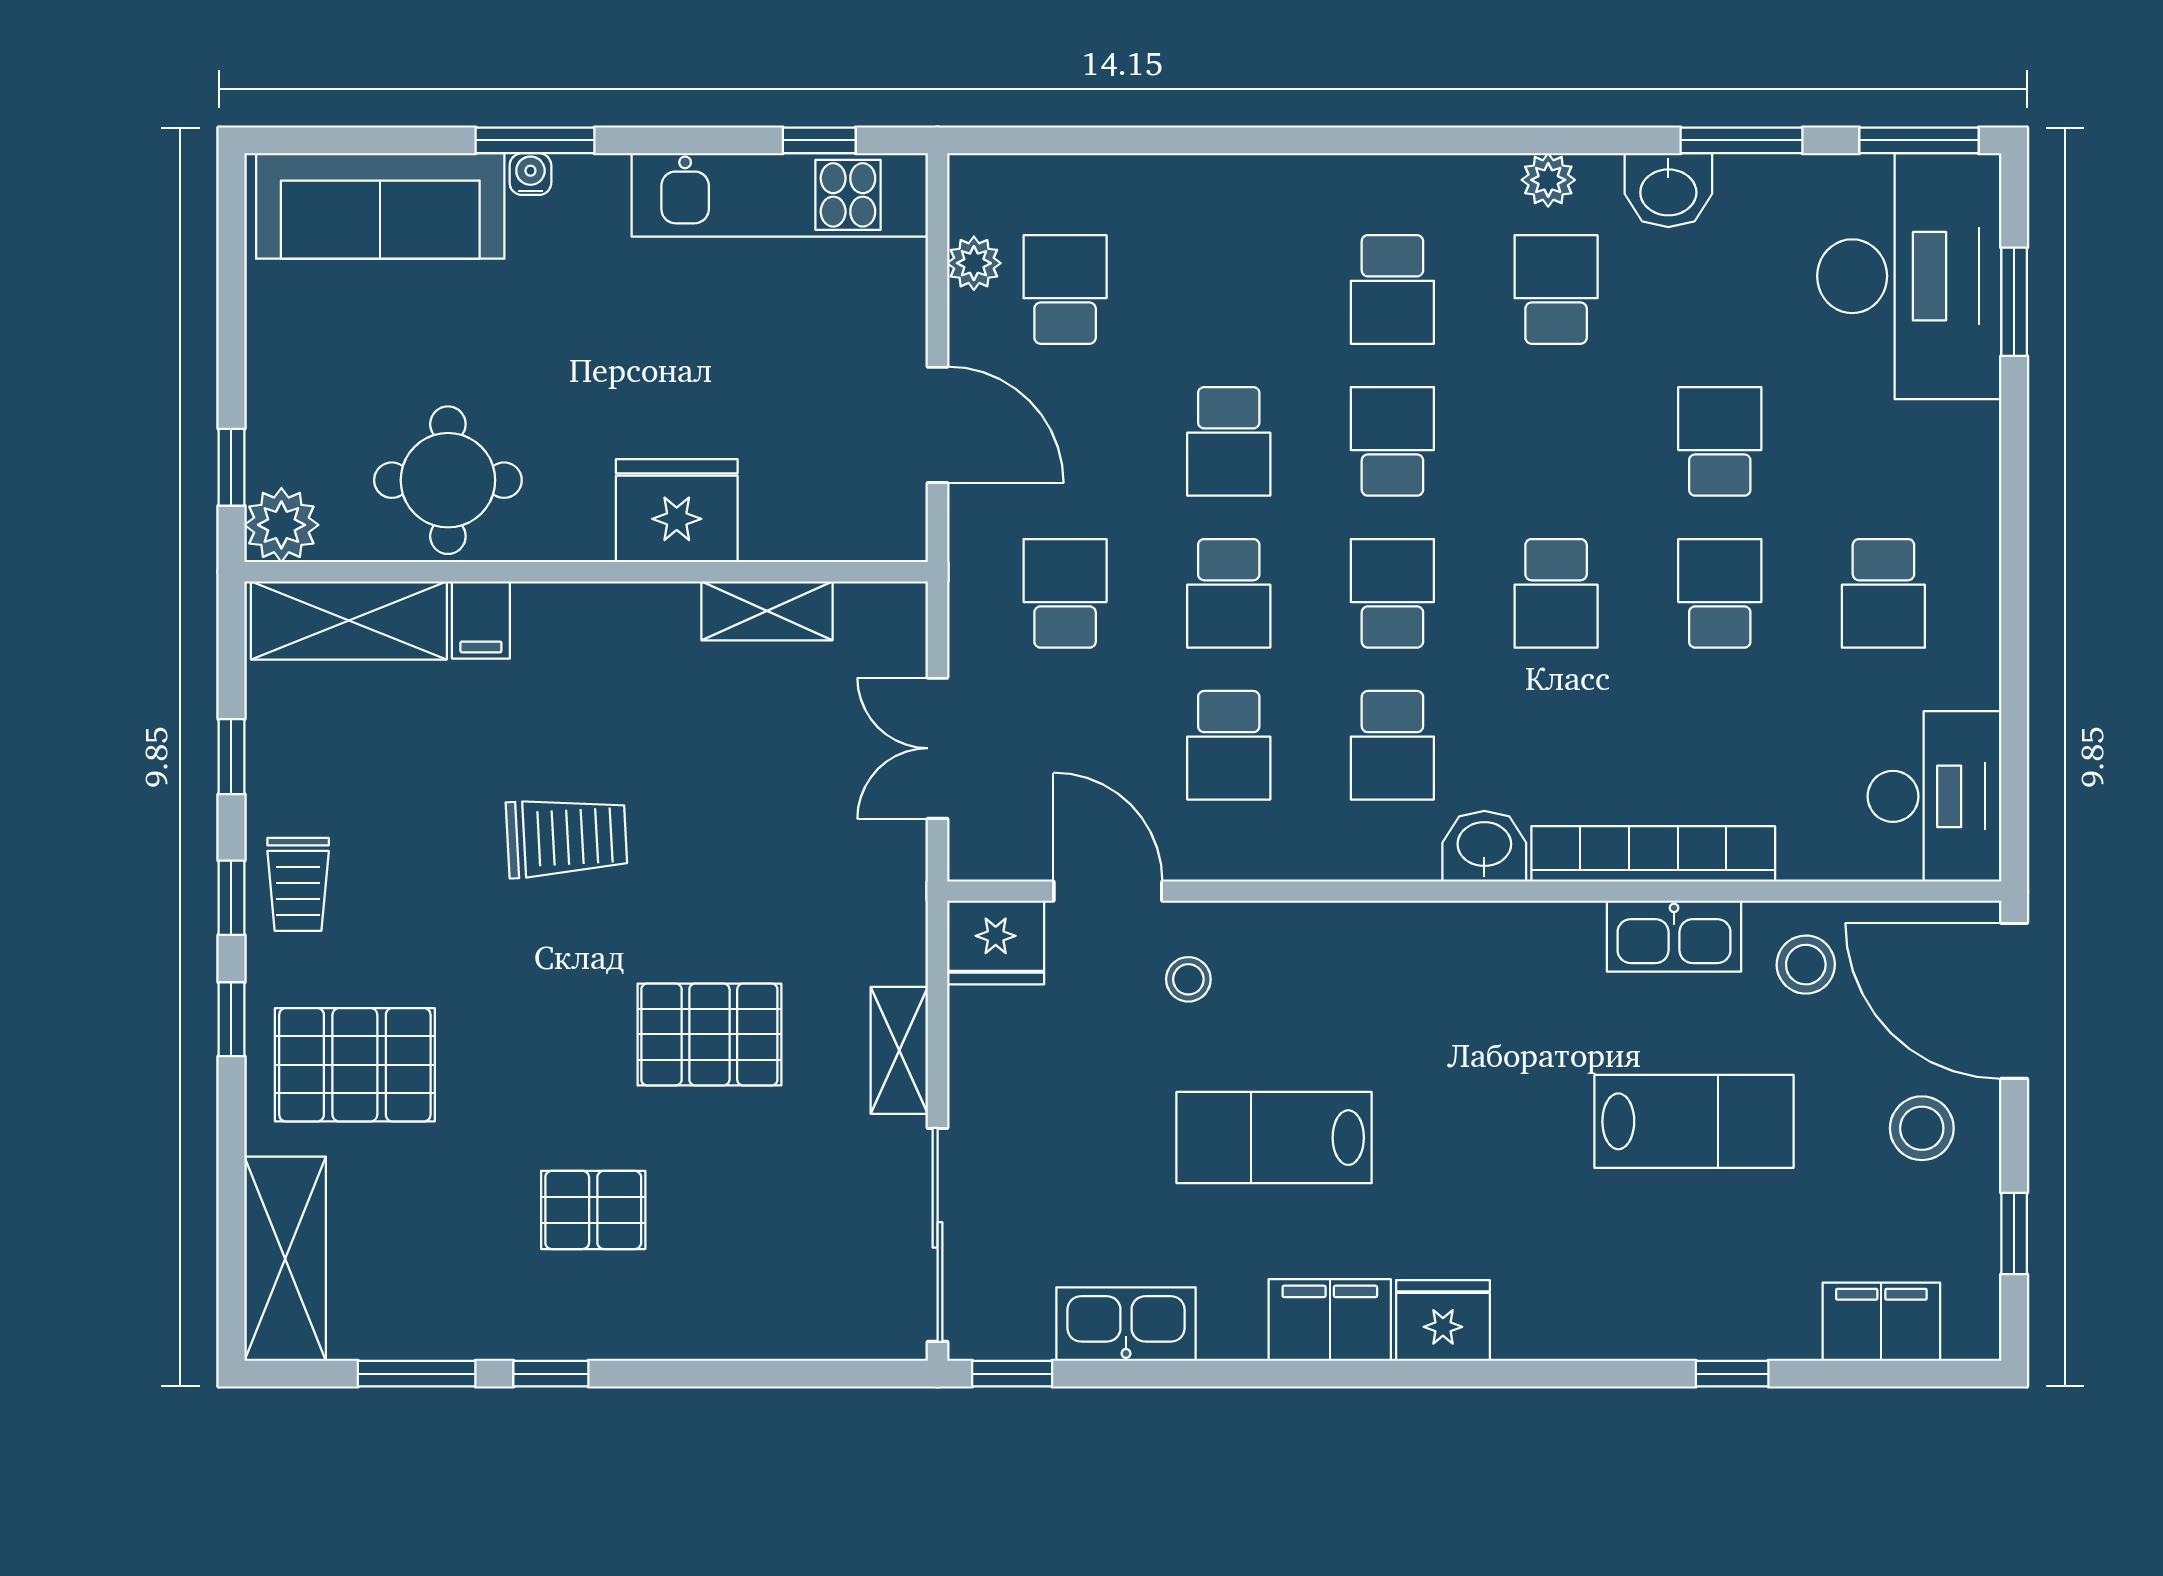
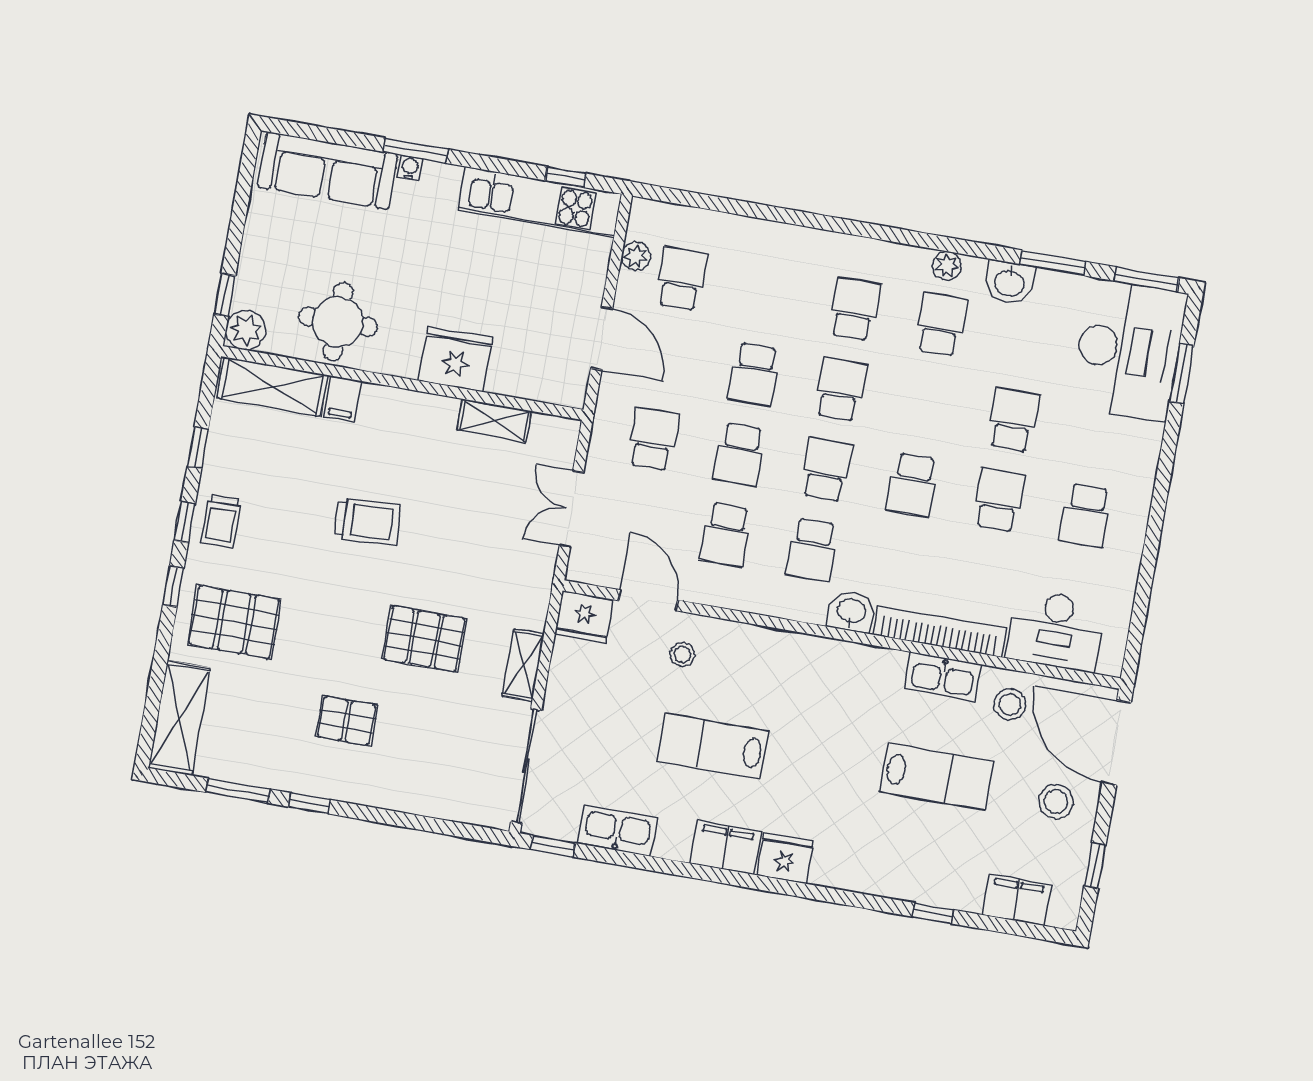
school desk: (1392, 289) -> (854, 309), turned 180
desk: (1934, 796) -> (1055, 630), moved, turned 90

